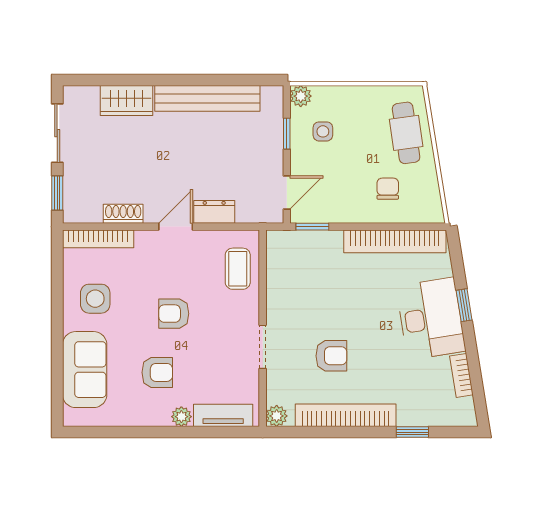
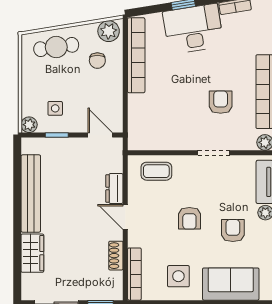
chair: (388, 189) -> (97, 61), turned -90
plant: (428, 204) -> (109, 31), added
window: (312, 227) -> (125, 116), removed

